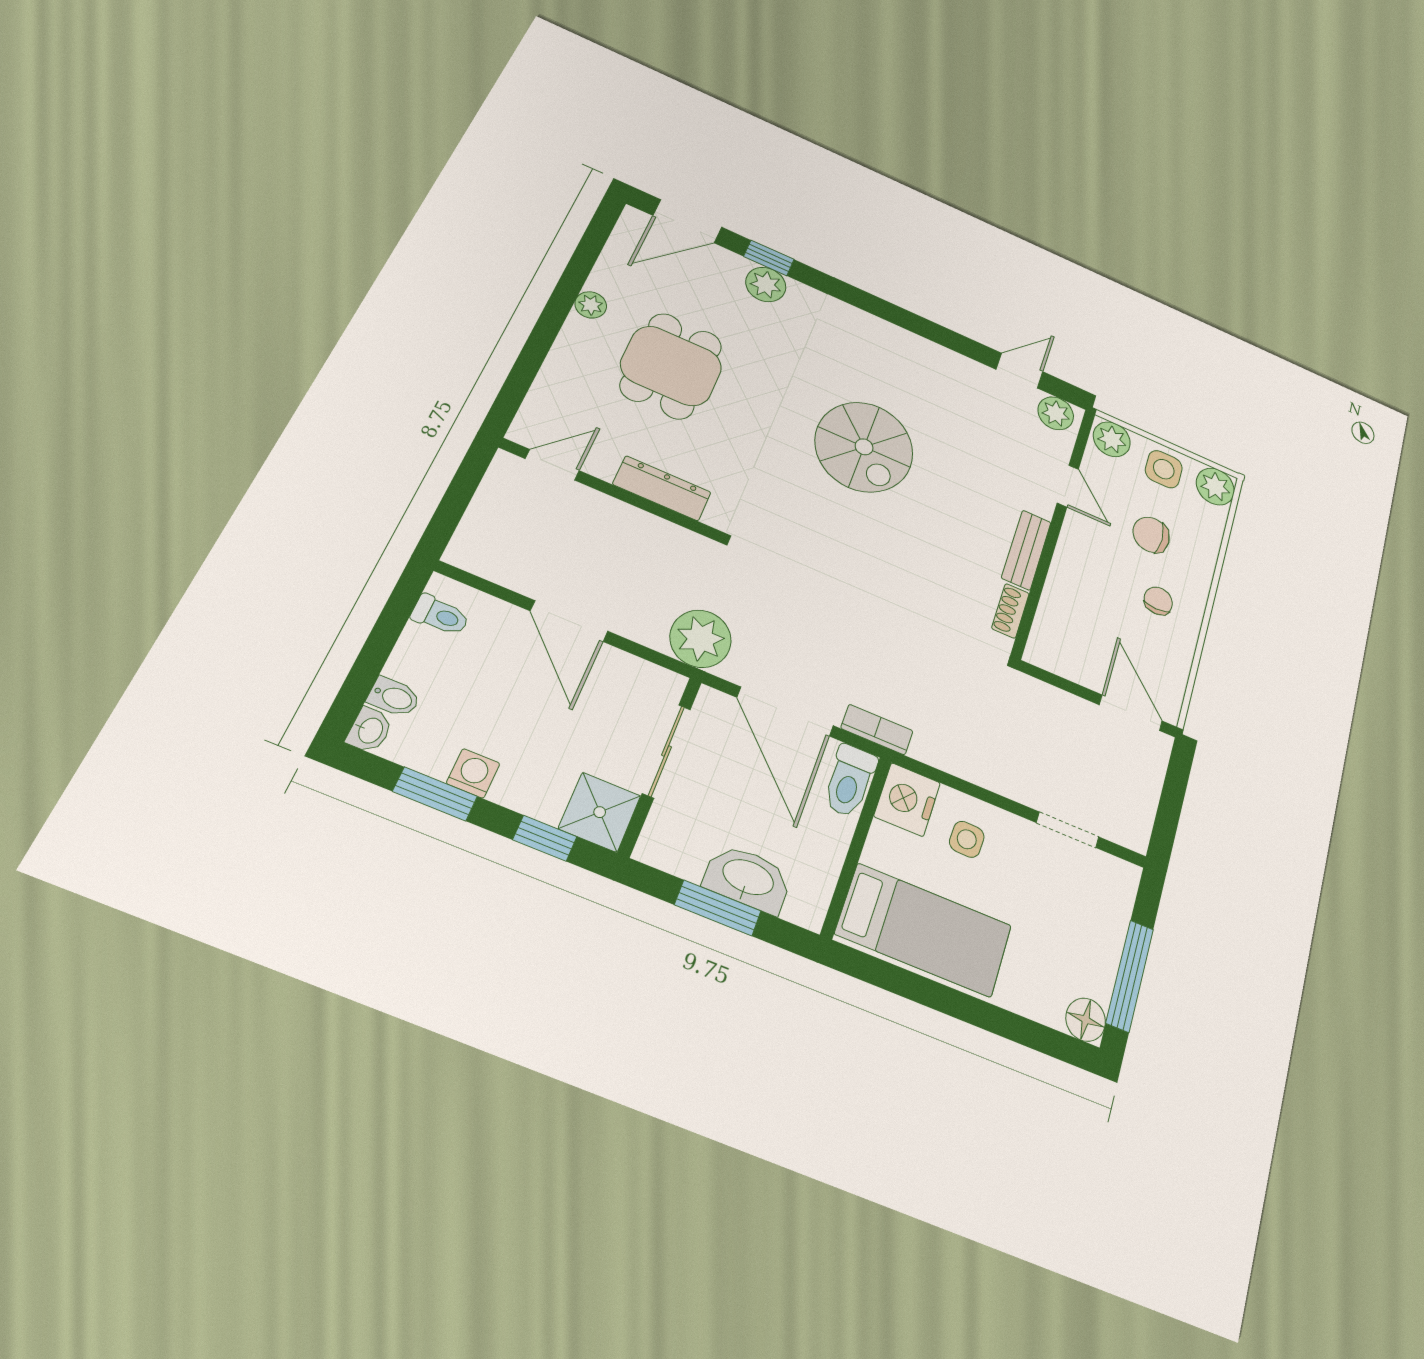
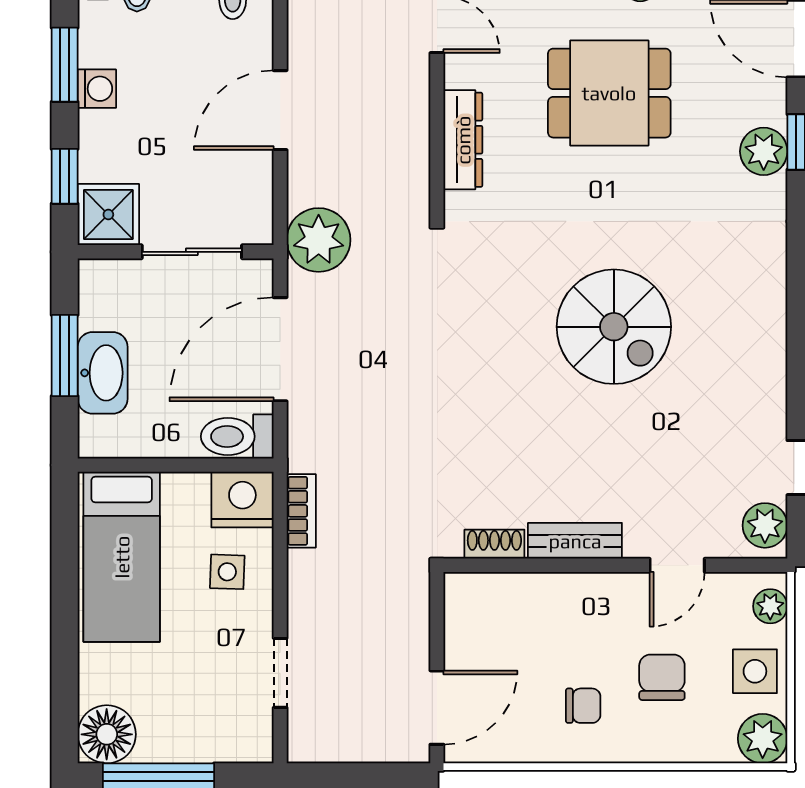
plant: (1112, 439) -> (770, 606), width x0.73, depth x0.73
spiral stairs: (864, 447) -> (614, 327), turned -90
bookcase: (877, 730) -> (301, 511), moved
floor lamp: (1086, 1020) -> (107, 734), width x1.38, depth x1.38

